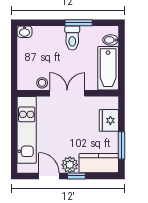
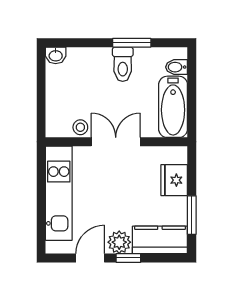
door: (49, 176) -> (90, 258), hinge flipped

